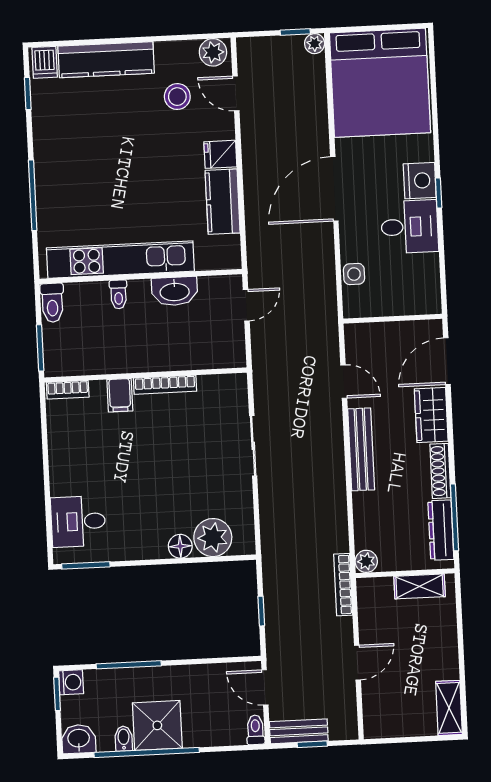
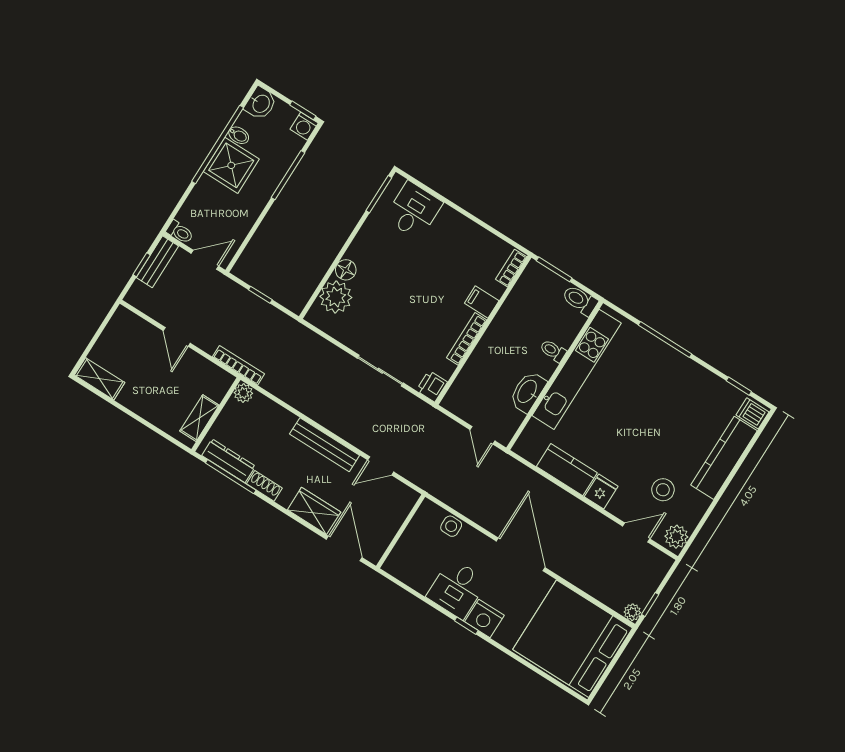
printer: (233, 386) -> (432, 386), added
shoe rack: (440, 471) -> (264, 486), width x0.70

